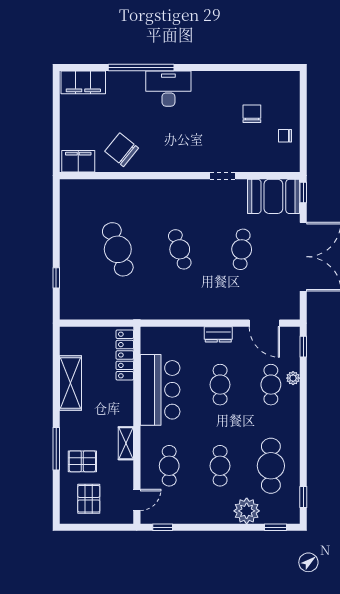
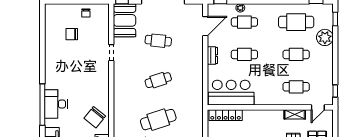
desk: (168, 89) -> (56, 104), moved
bar counter: (160, 390) -> (231, 93), moved
shelving: (126, 443) -> (295, 114), moved
door: (137, 500) -> (318, 107), swing flipped

